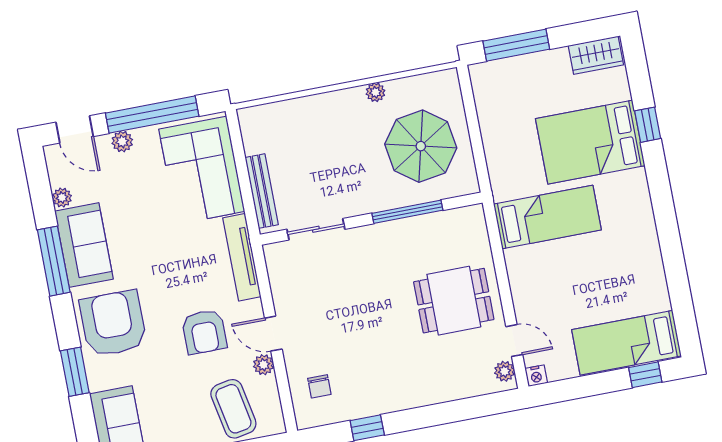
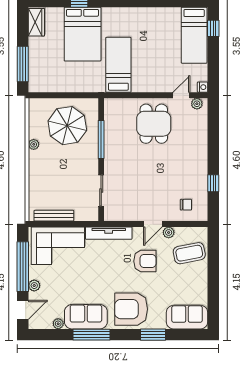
bench: (262, 191) -> (54, 216), moved

